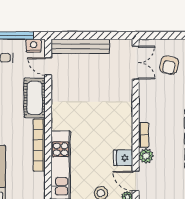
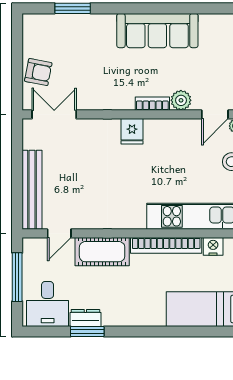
nightstand: (33, 46) -> (213, 246), moved, turned 90
armchair: (169, 65) -> (38, 72), moved
fridge: (123, 158) -> (132, 131), moved

